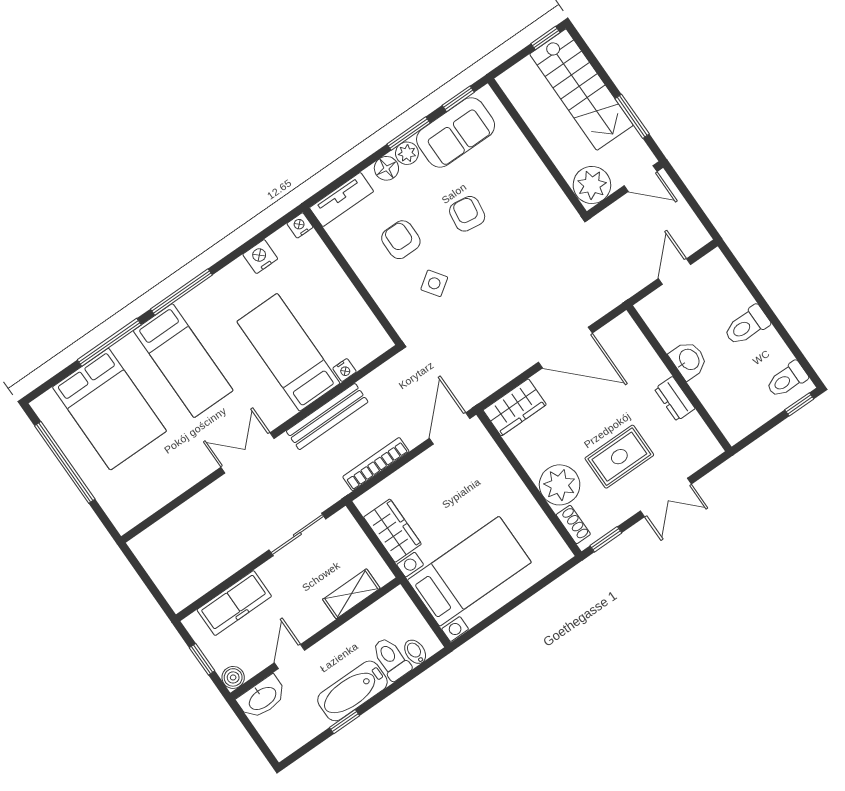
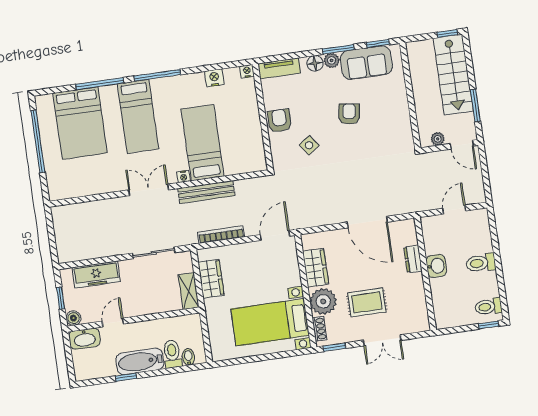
plant: (592, 185) -> (438, 139), width x0.53, depth x0.53
armchair: (401, 240) -> (279, 121), moved
nightstand: (344, 370) -> (183, 177), moved
dresser: (675, 399) -> (413, 259), moved
wardrobe: (515, 407) -> (316, 268), moved, turned -90
bed with nightstands: (469, 571) -> (270, 322), moved, turned 180
shelving: (351, 594) -> (189, 291), moved, turned 90

